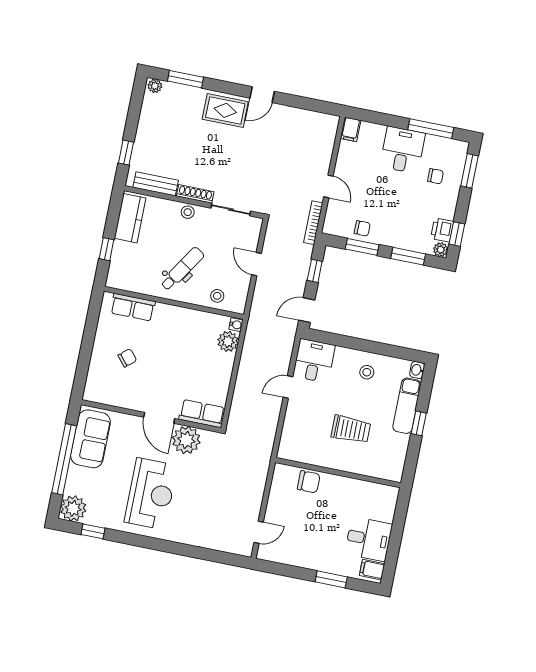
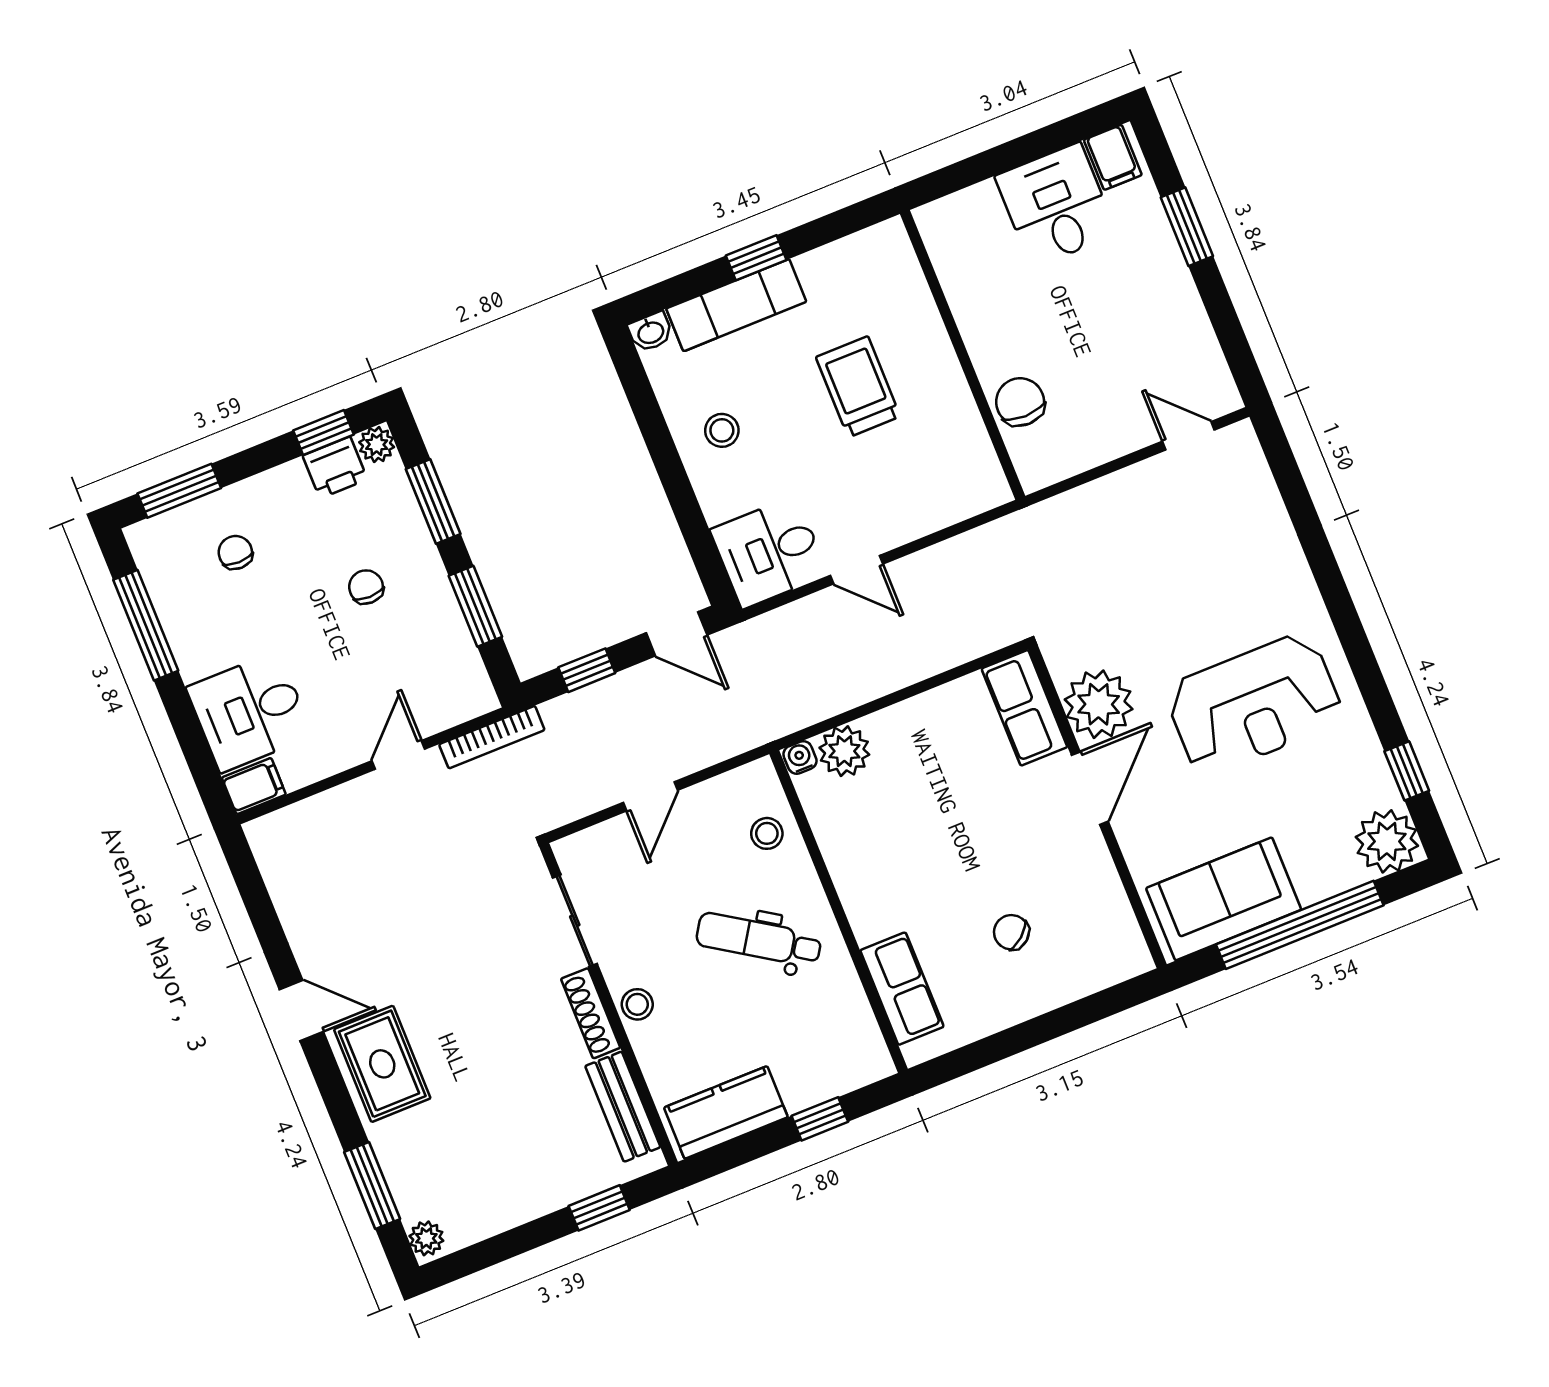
desk: (402, 150) -> (250, 712), moved
chair: (362, 228) -> (366, 587), moved
reception desk: (151, 494) -> (1254, 704), turned 180

